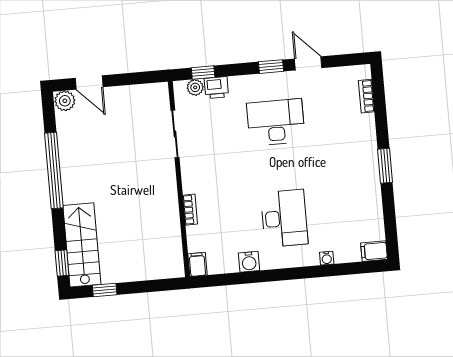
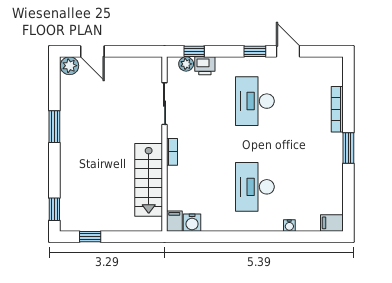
bookcase: (366, 96) -> (337, 109), moved, width x1.56
desk: (276, 122) -> (255, 101), turned -90
window: (54, 170) -> (54, 127), width x0.47
bookcase: (190, 210) -> (172, 152), moved
desk: (284, 218) -> (255, 187), turned 180
stairs: (82, 245) -> (149, 180), moved, turned 180
water cooler: (249, 262) -> (192, 223), moved

